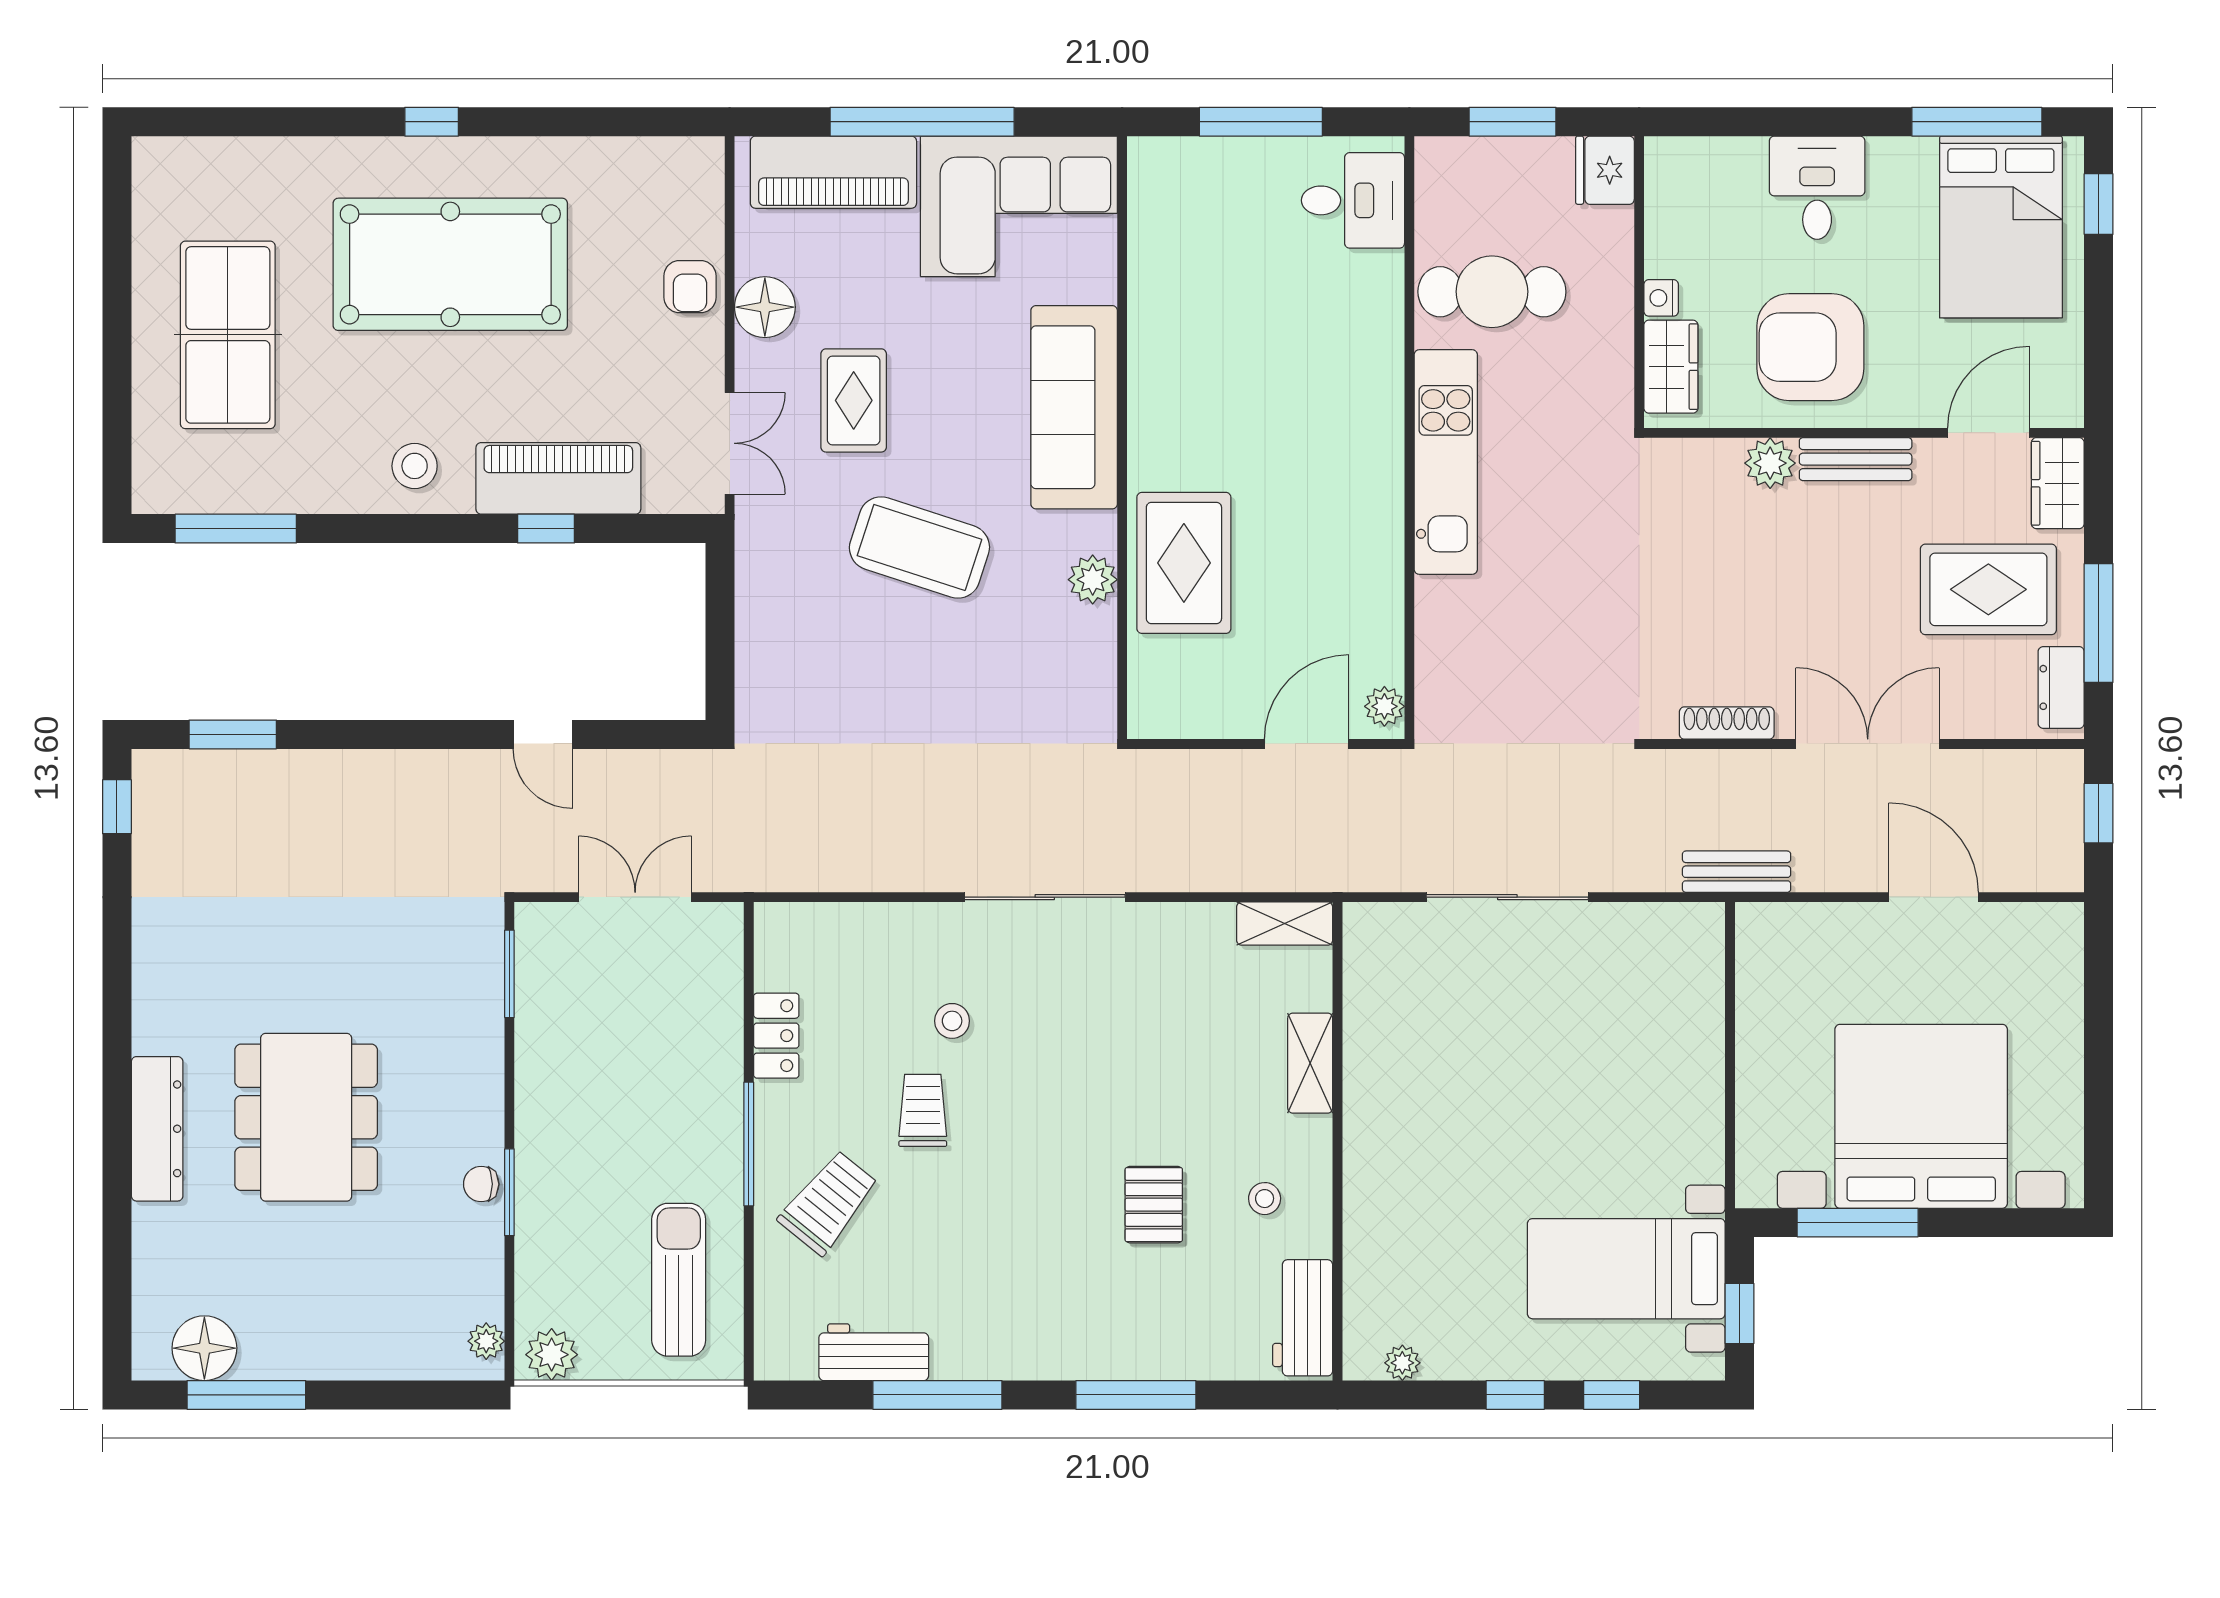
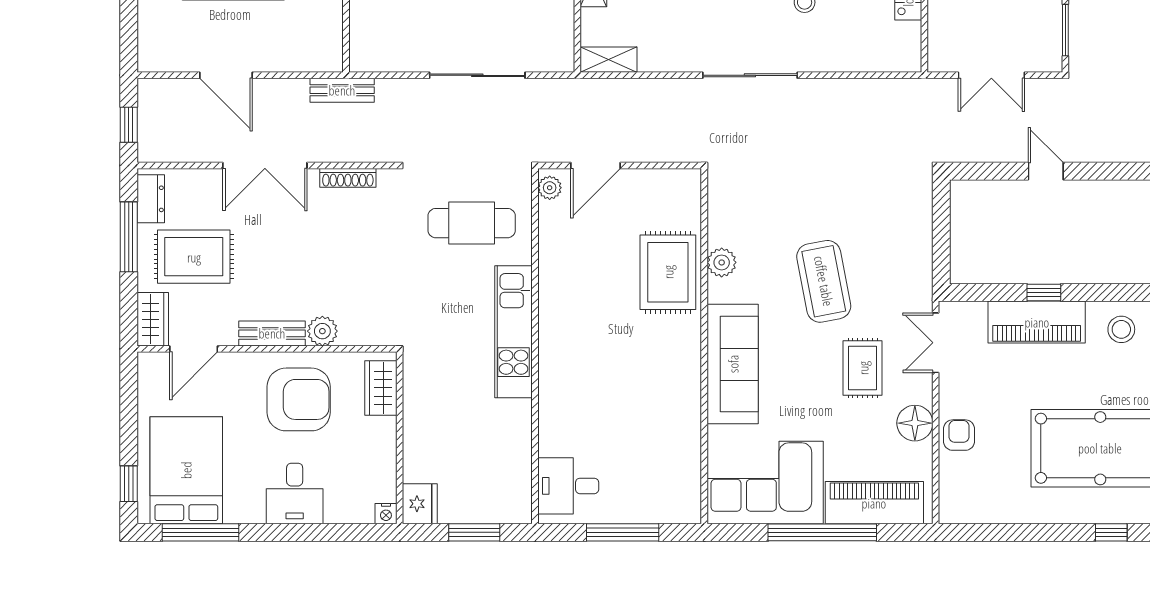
cafe table: (1492, 292) -> (472, 223), moved
nightstand: (1661, 298) -> (386, 514), moved, turned 90
coffee table: (919, 547) -> (824, 281), turned 61

